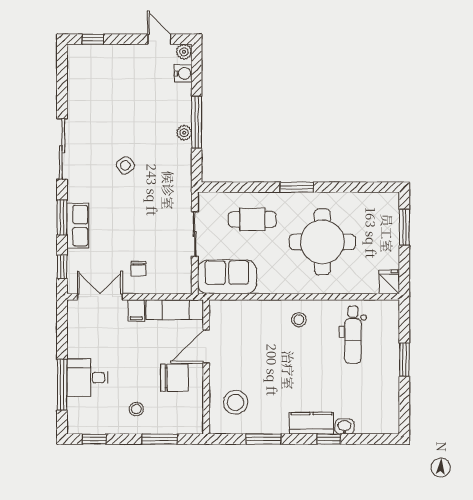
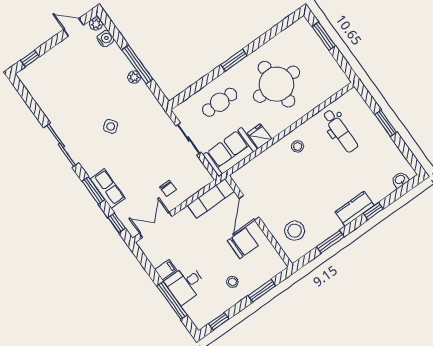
fridge: (389, 282) -> (259, 136), moved
filing cabinet: (136, 311) -> (166, 270), moved, turned -90
washbasin: (344, 427) -> (400, 180), moved

